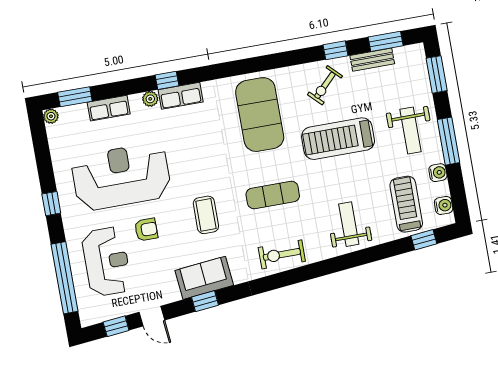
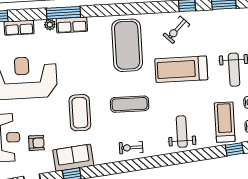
bench: (372, 60) -> (213, 15), removed
window: (167, 80) -> (63, 13), width x2.17
coffee table: (206, 215) -> (80, 113), width x1.36, depth x1.32
armchair: (146, 230) -> (36, 143), moved
exercise bike: (282, 254) -> (131, 148), width x0.73, depth x0.72

